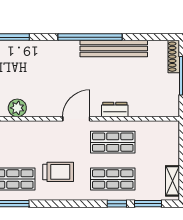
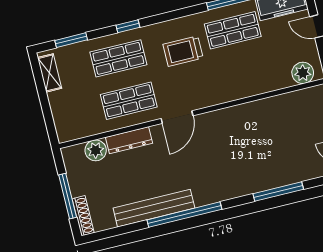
plant: (17, 108) -> (96, 150), moved
dresser: (115, 110) -> (129, 140), width x1.44
window: (117, 204) -> (128, 26), moved

